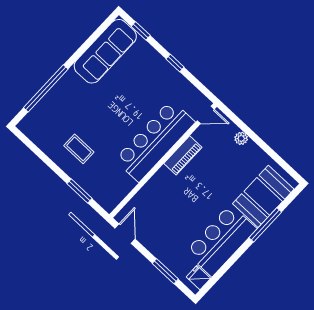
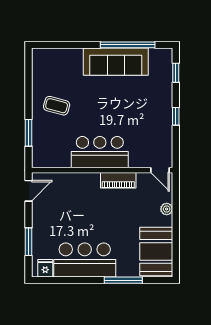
sofa: (105, 51) -> (116, 62), moved
window: (46, 88) -> (128, 45), moved
bar counter: (155, 141) -> (100, 152), width x0.73
coffee table: (79, 149) -> (57, 106), turned -75
booth: (263, 196) -> (156, 251), moved, turned 90

